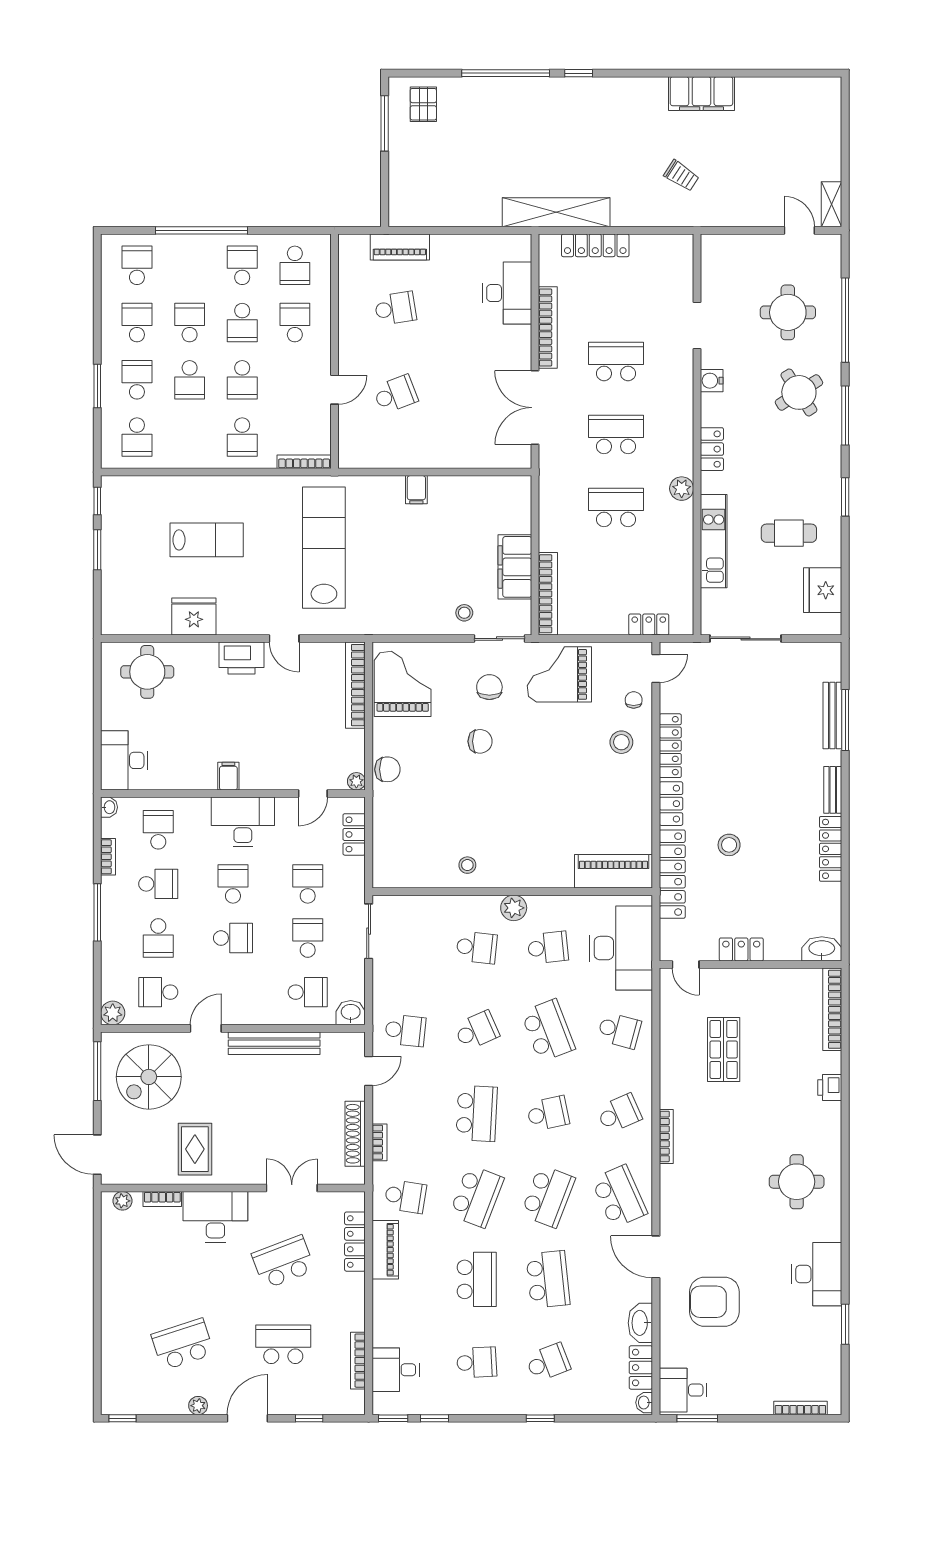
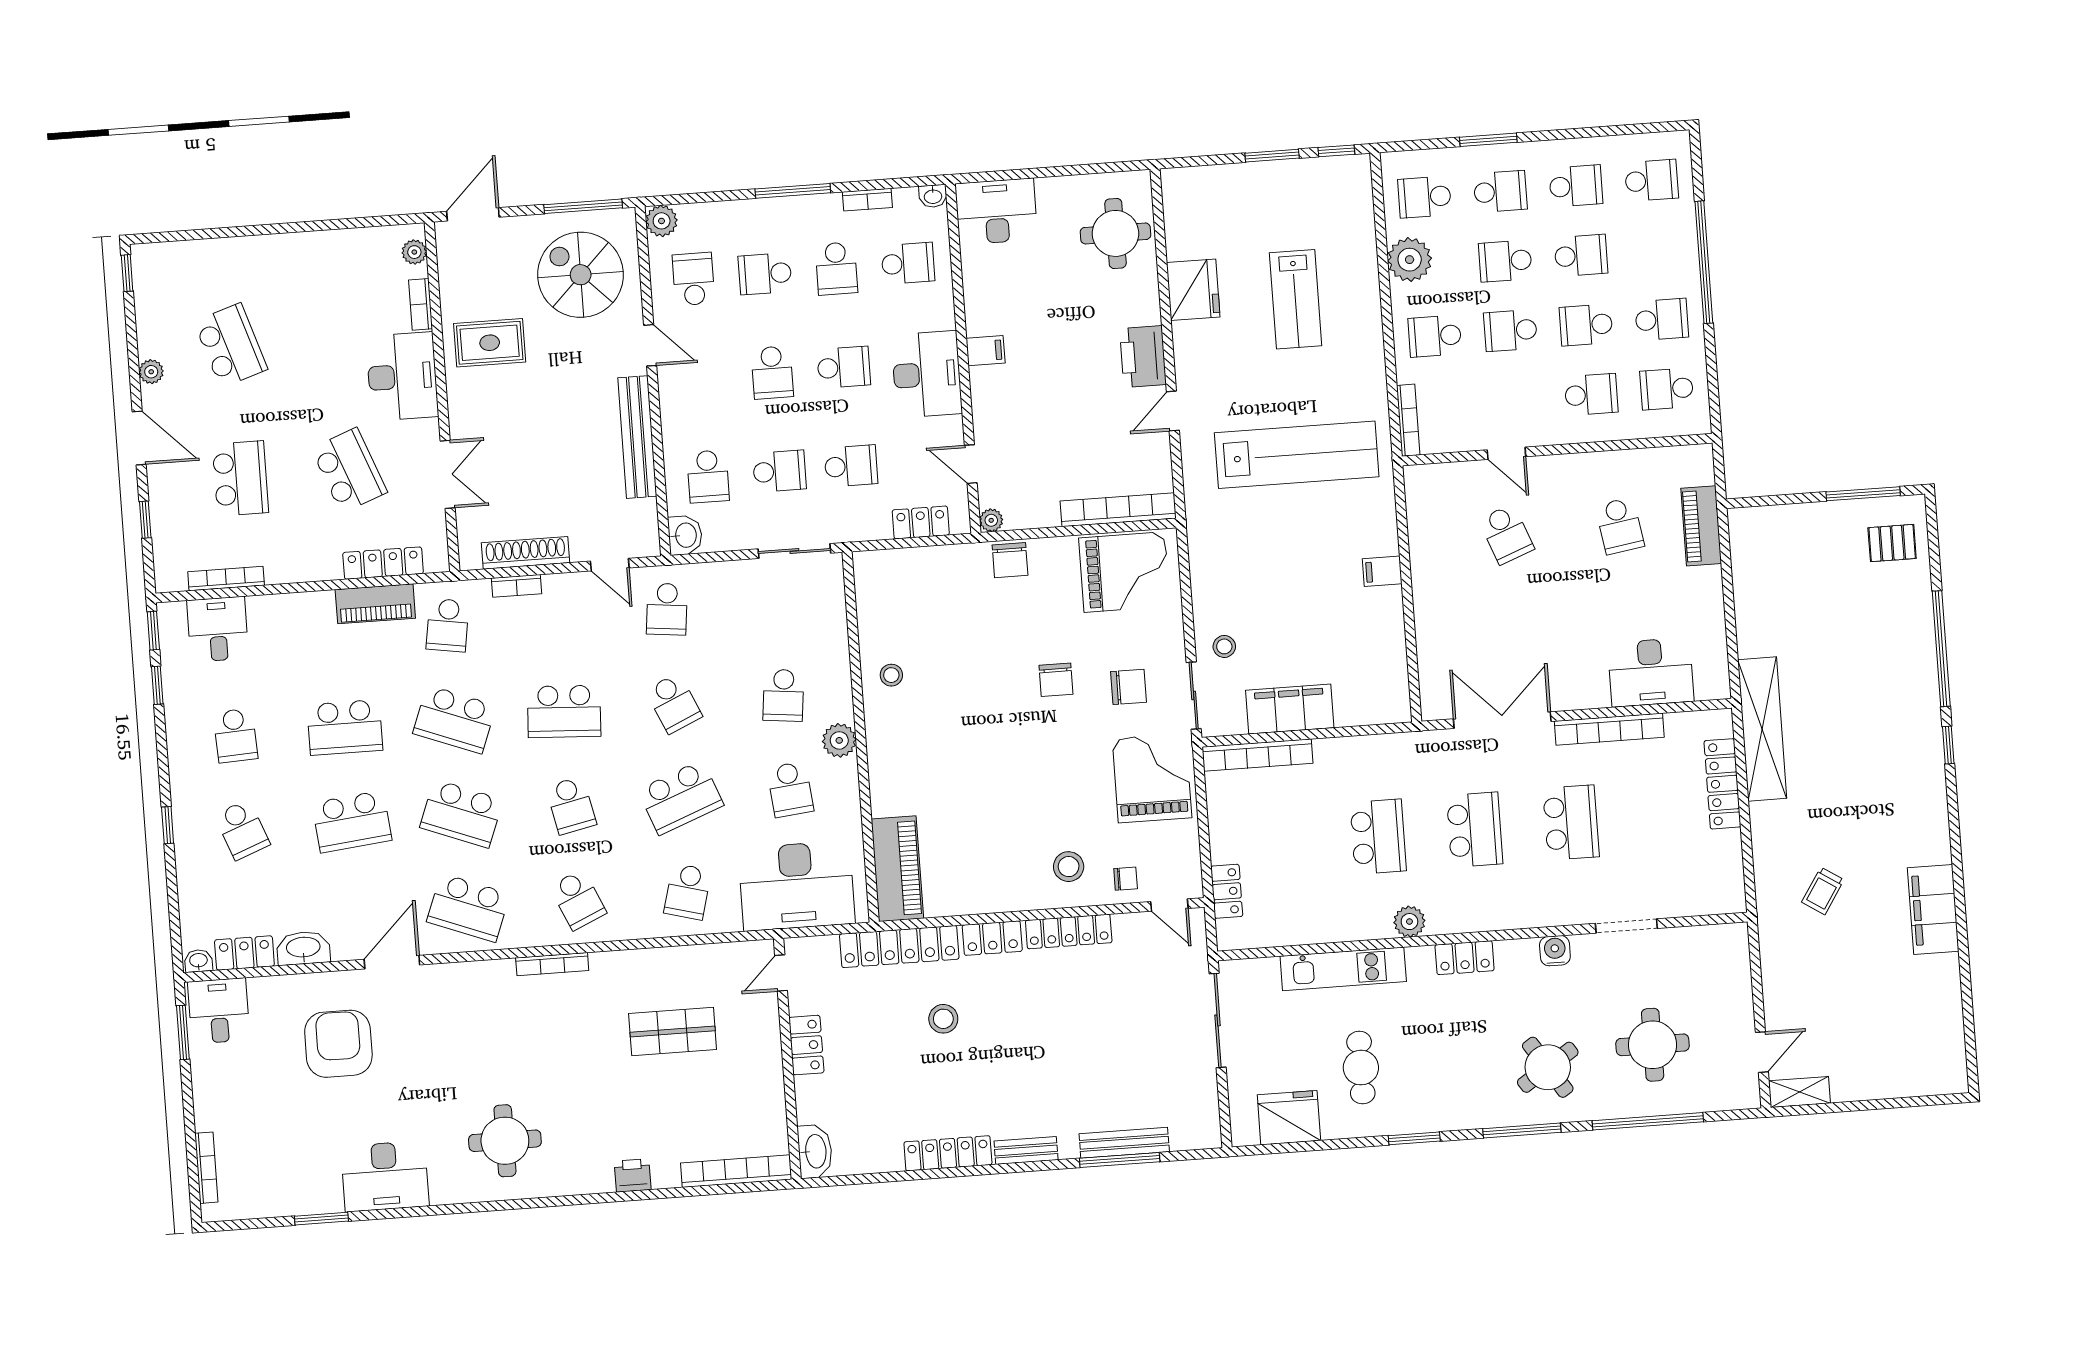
plant: (183, 452) -> (1410, 260), added
school desk: (619, 1196) -> (468, 908), turned 45

